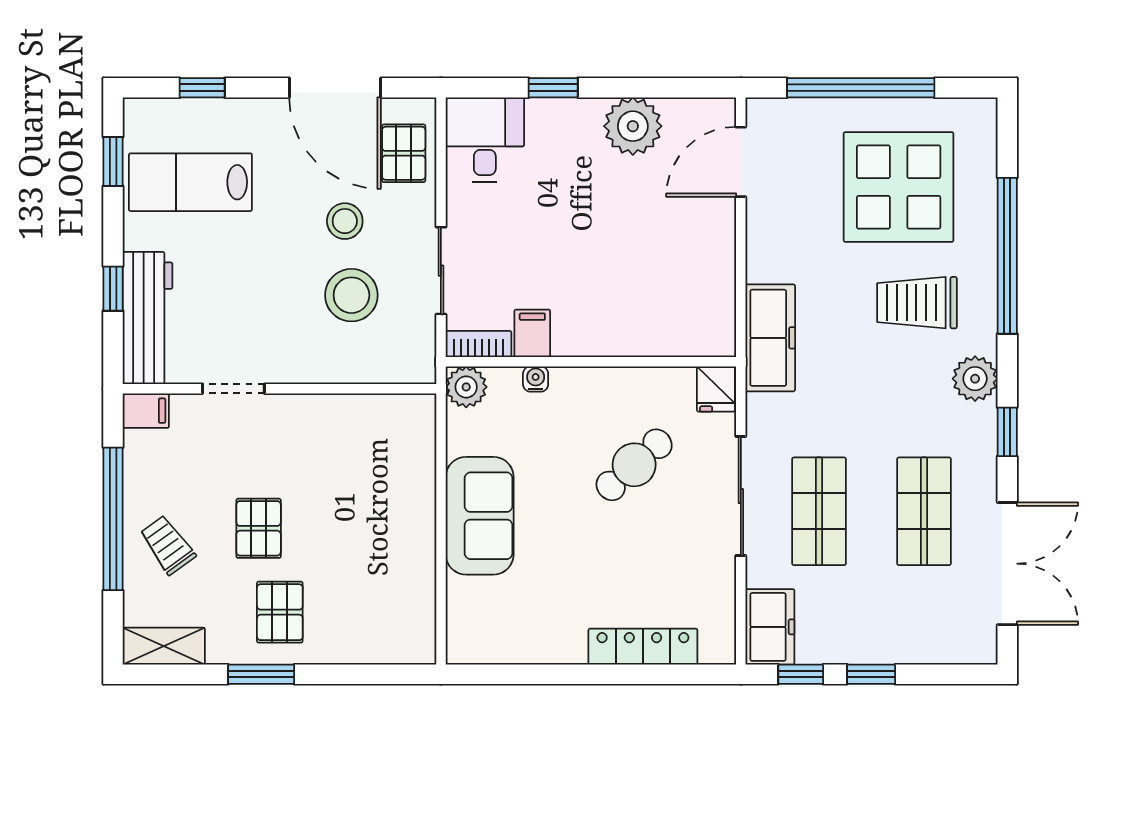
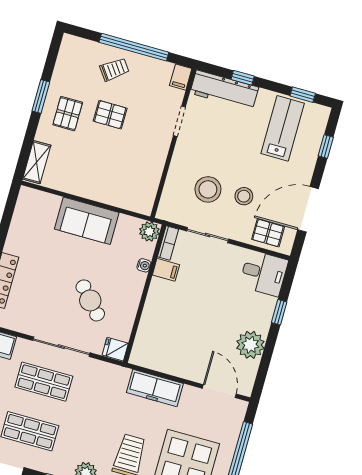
freezer: (770, 338) -> (155, 388), moved
pallet: (280, 612) -> (68, 114), turned 90
shelving: (164, 646) -> (37, 162), moved

